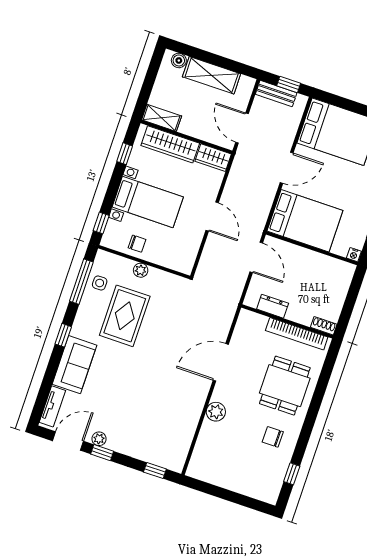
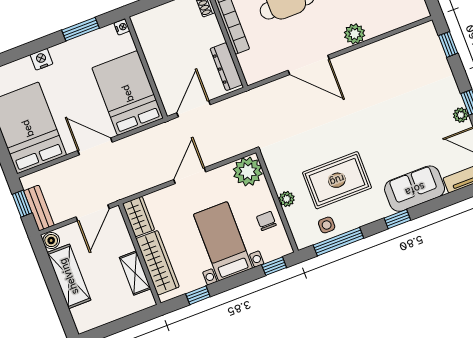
boiler: (179, 60) -> (51, 241), moved
shelving: (162, 118) -> (135, 273), moved
plant: (182, 259) -> (248, 171), added
dresser: (273, 306) -> (226, 67), width x1.44

